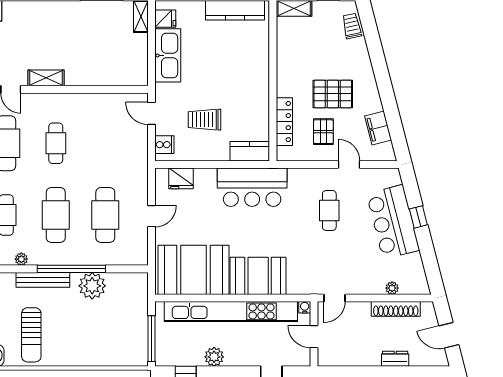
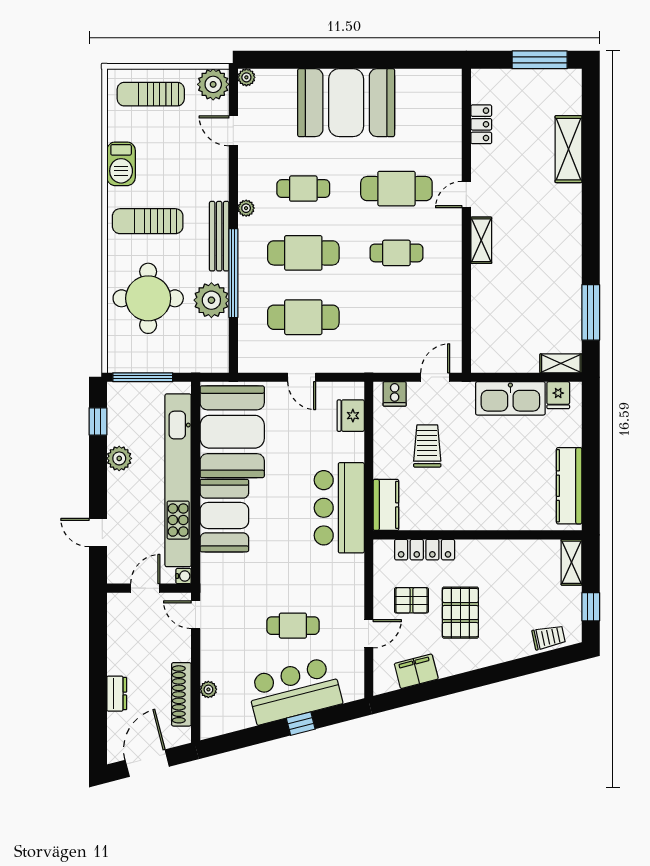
cafe table: (329, 210) -> (293, 626), moved
round table: (91, 334) -> (148, 298), added
door: (449, 335) -> (147, 763), width x1.38

